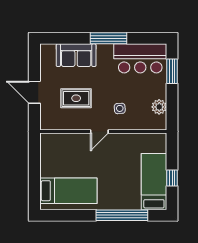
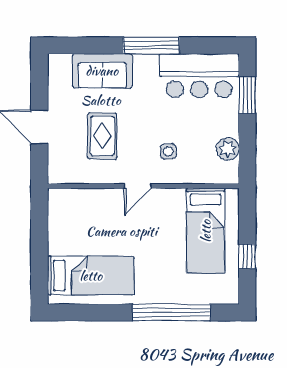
rug: (76, 98) -> (102, 136), turned 90
bed: (154, 182) -> (206, 231), moved, turned 180

